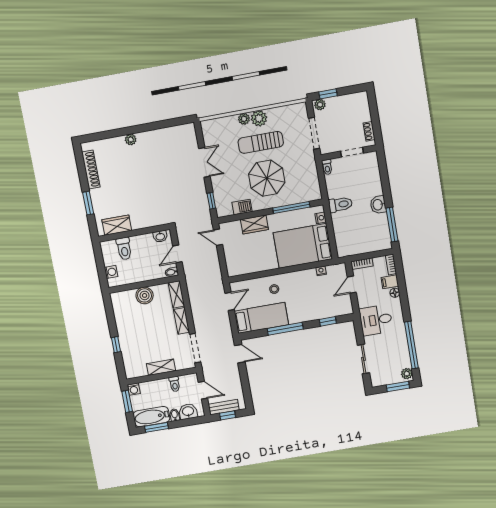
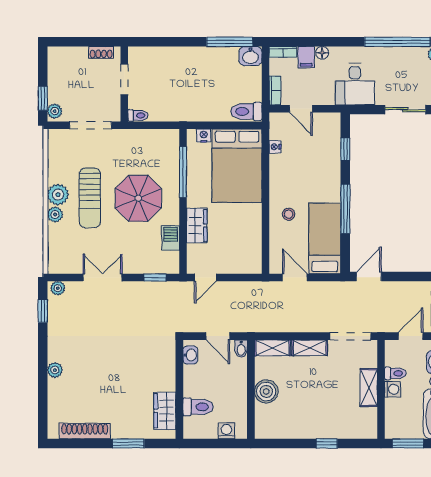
window: (172, 123) -> (43, 311), added
plant: (191, 131) -> (58, 288), added
toilet: (340, 204) -> (246, 111), moved, turned -90
washbasin: (378, 205) -> (250, 56), moved
washing machine: (134, 389) -> (393, 389), moved

